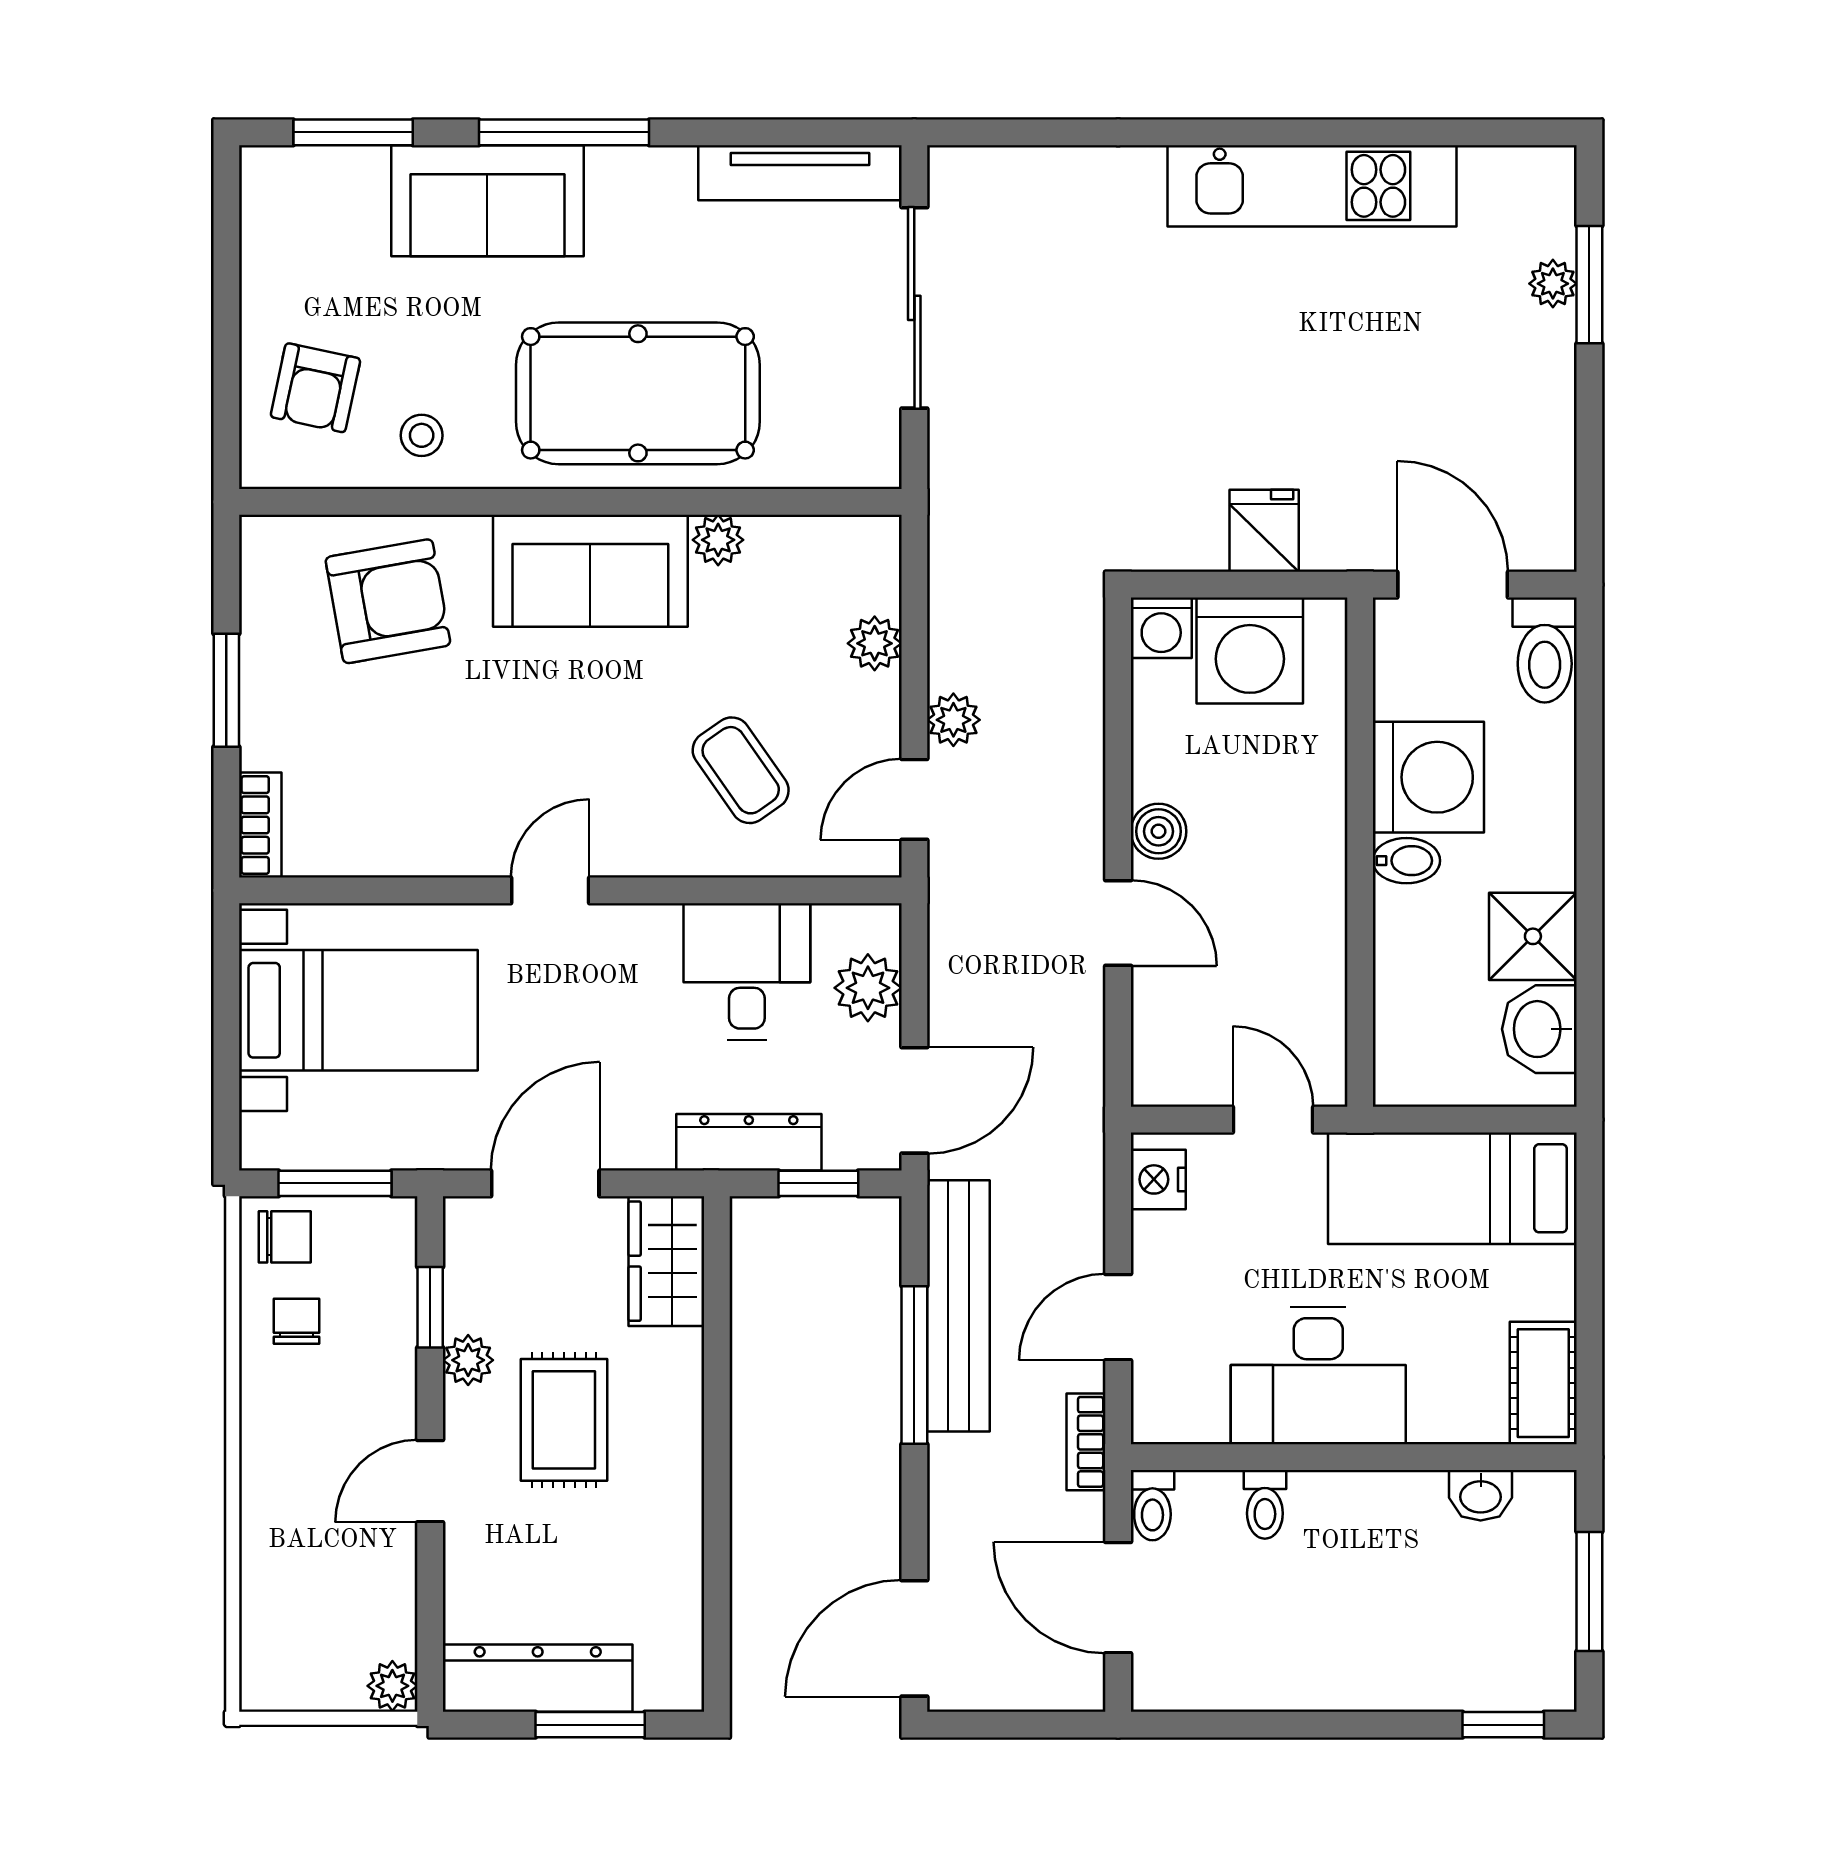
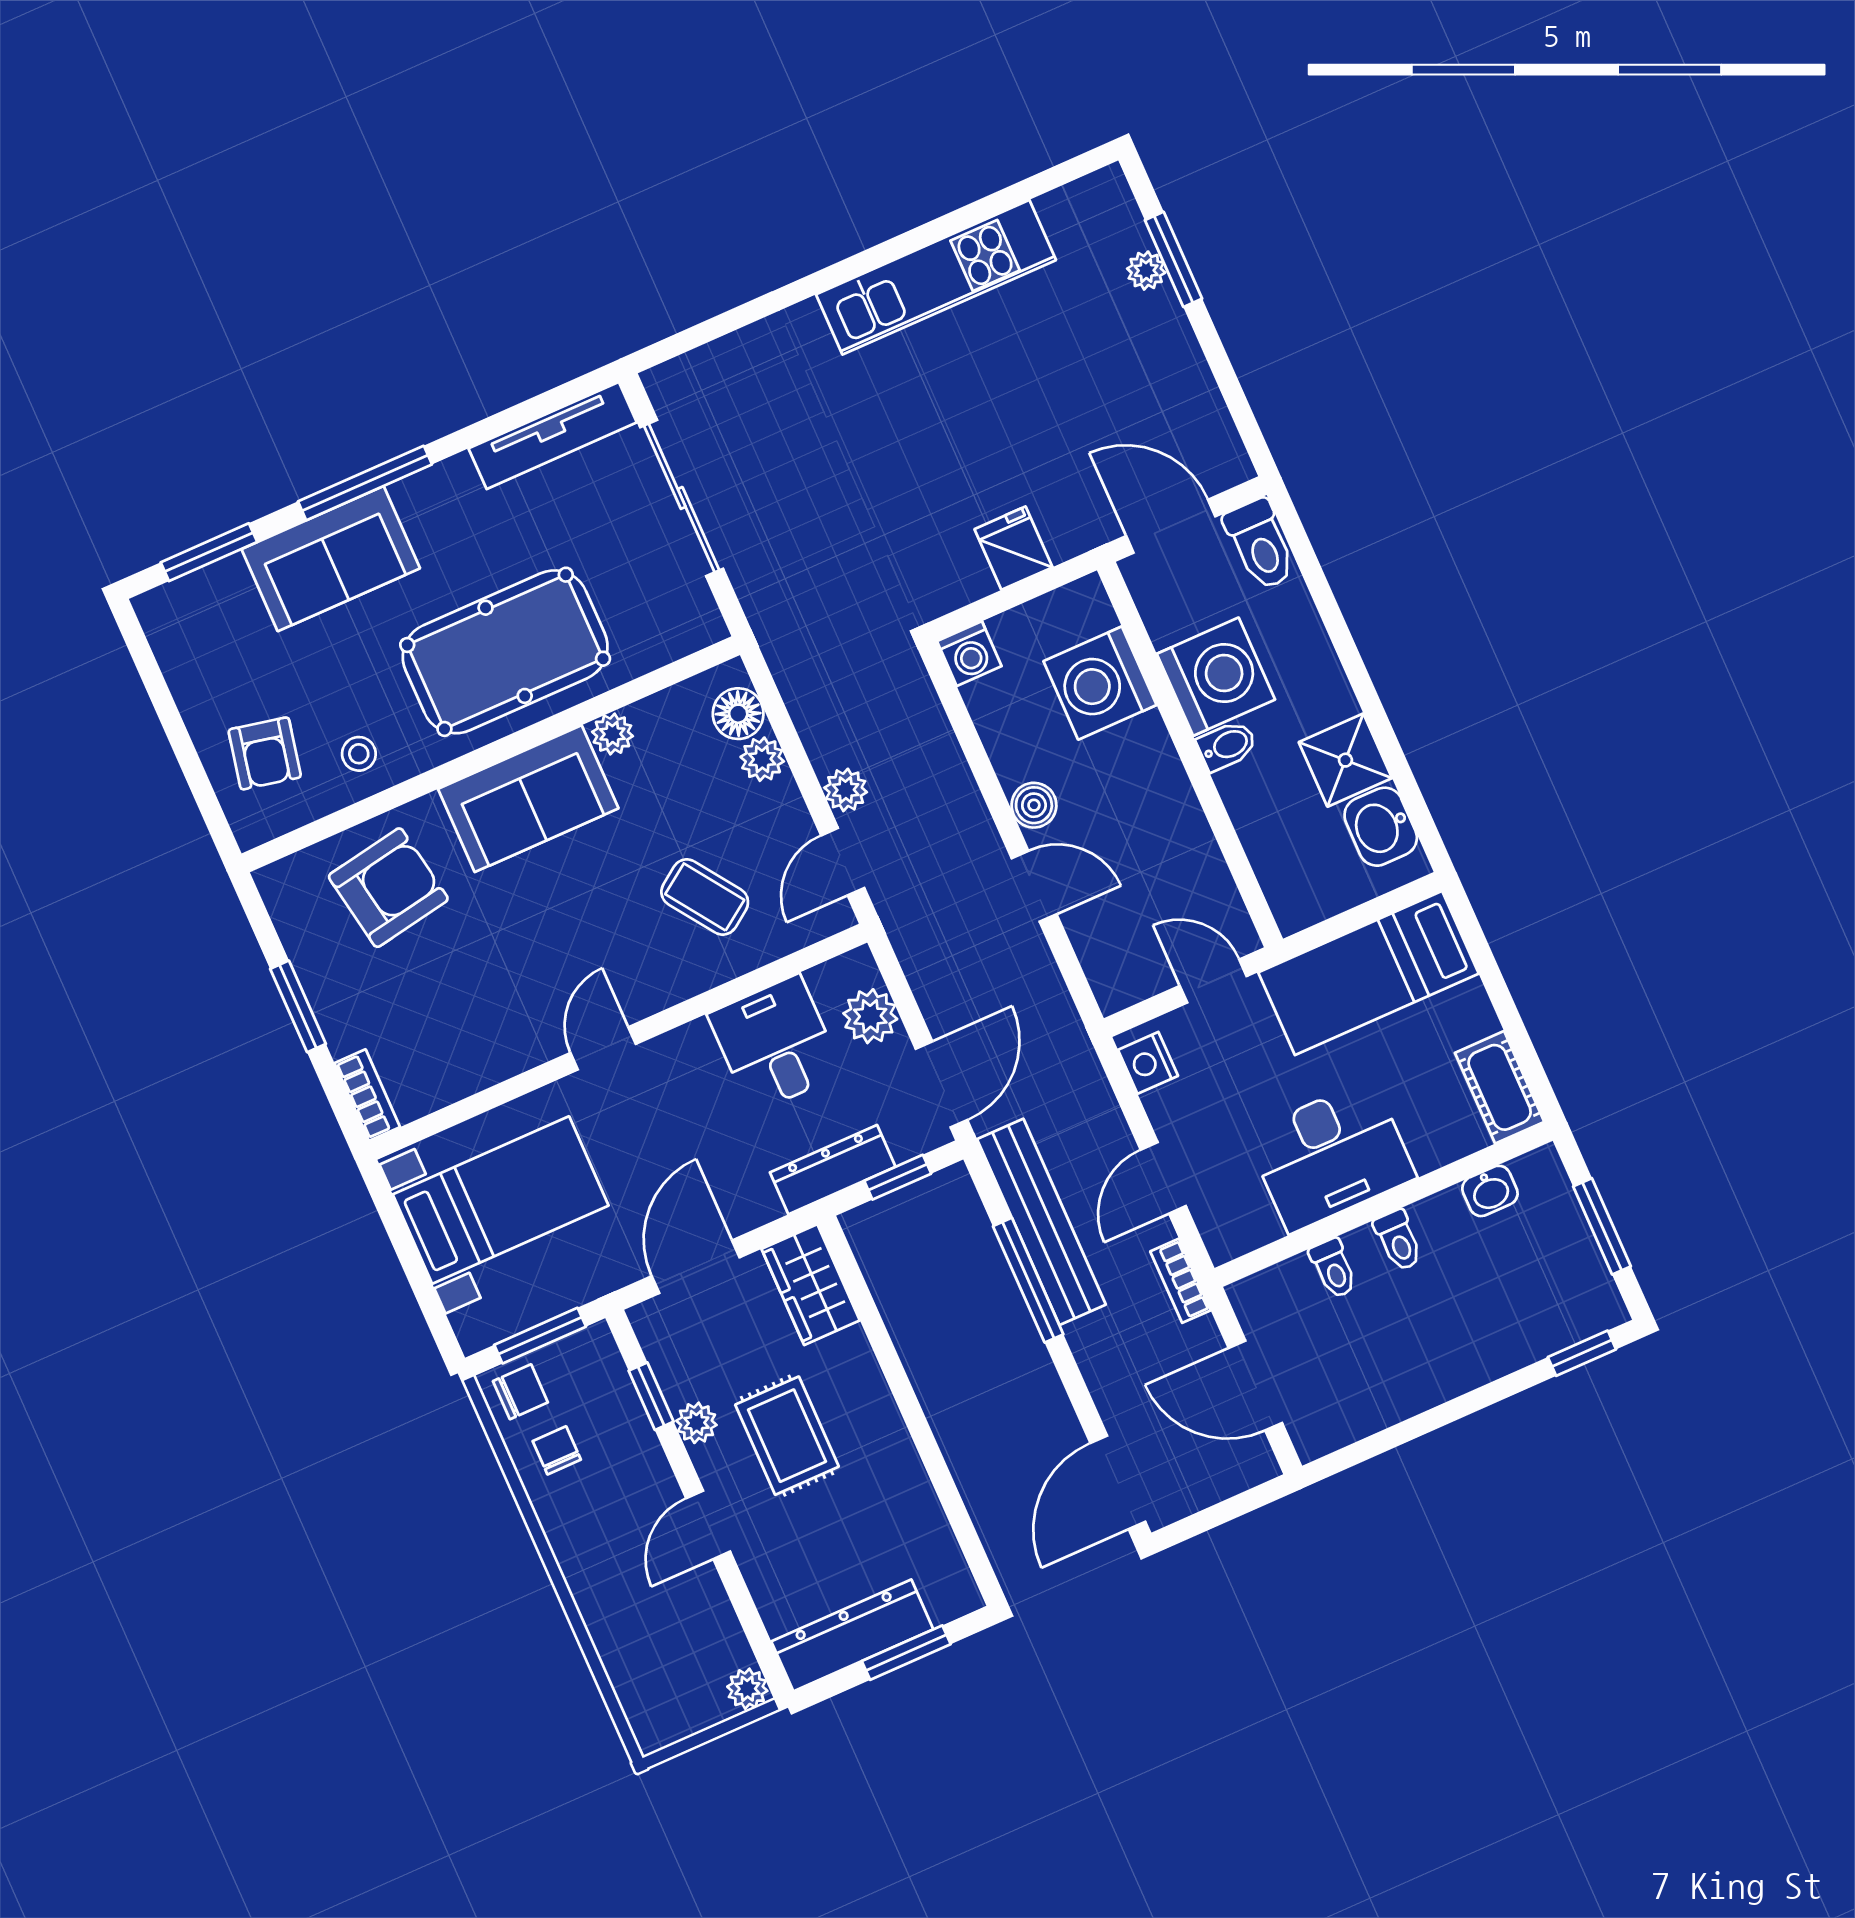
floor lamp: (870, 580) -> (738, 714), added
washing machine: (1250, 650) -> (1100, 683), moved, turned 90
toilet: (1152, 1505) -> (1398, 1240), moved

